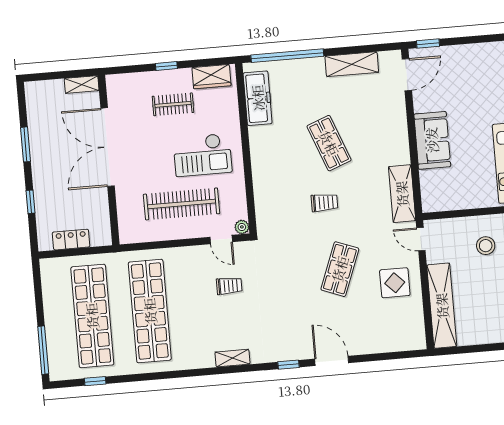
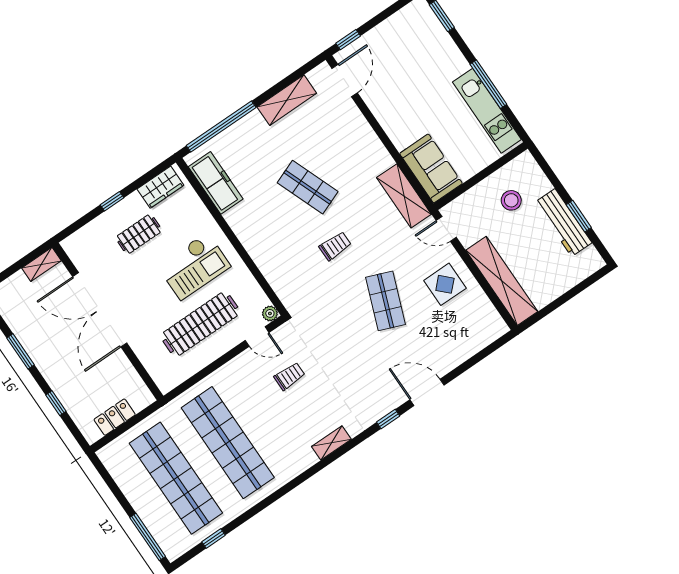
sofa: (432, 140) -> (431, 168), moved

